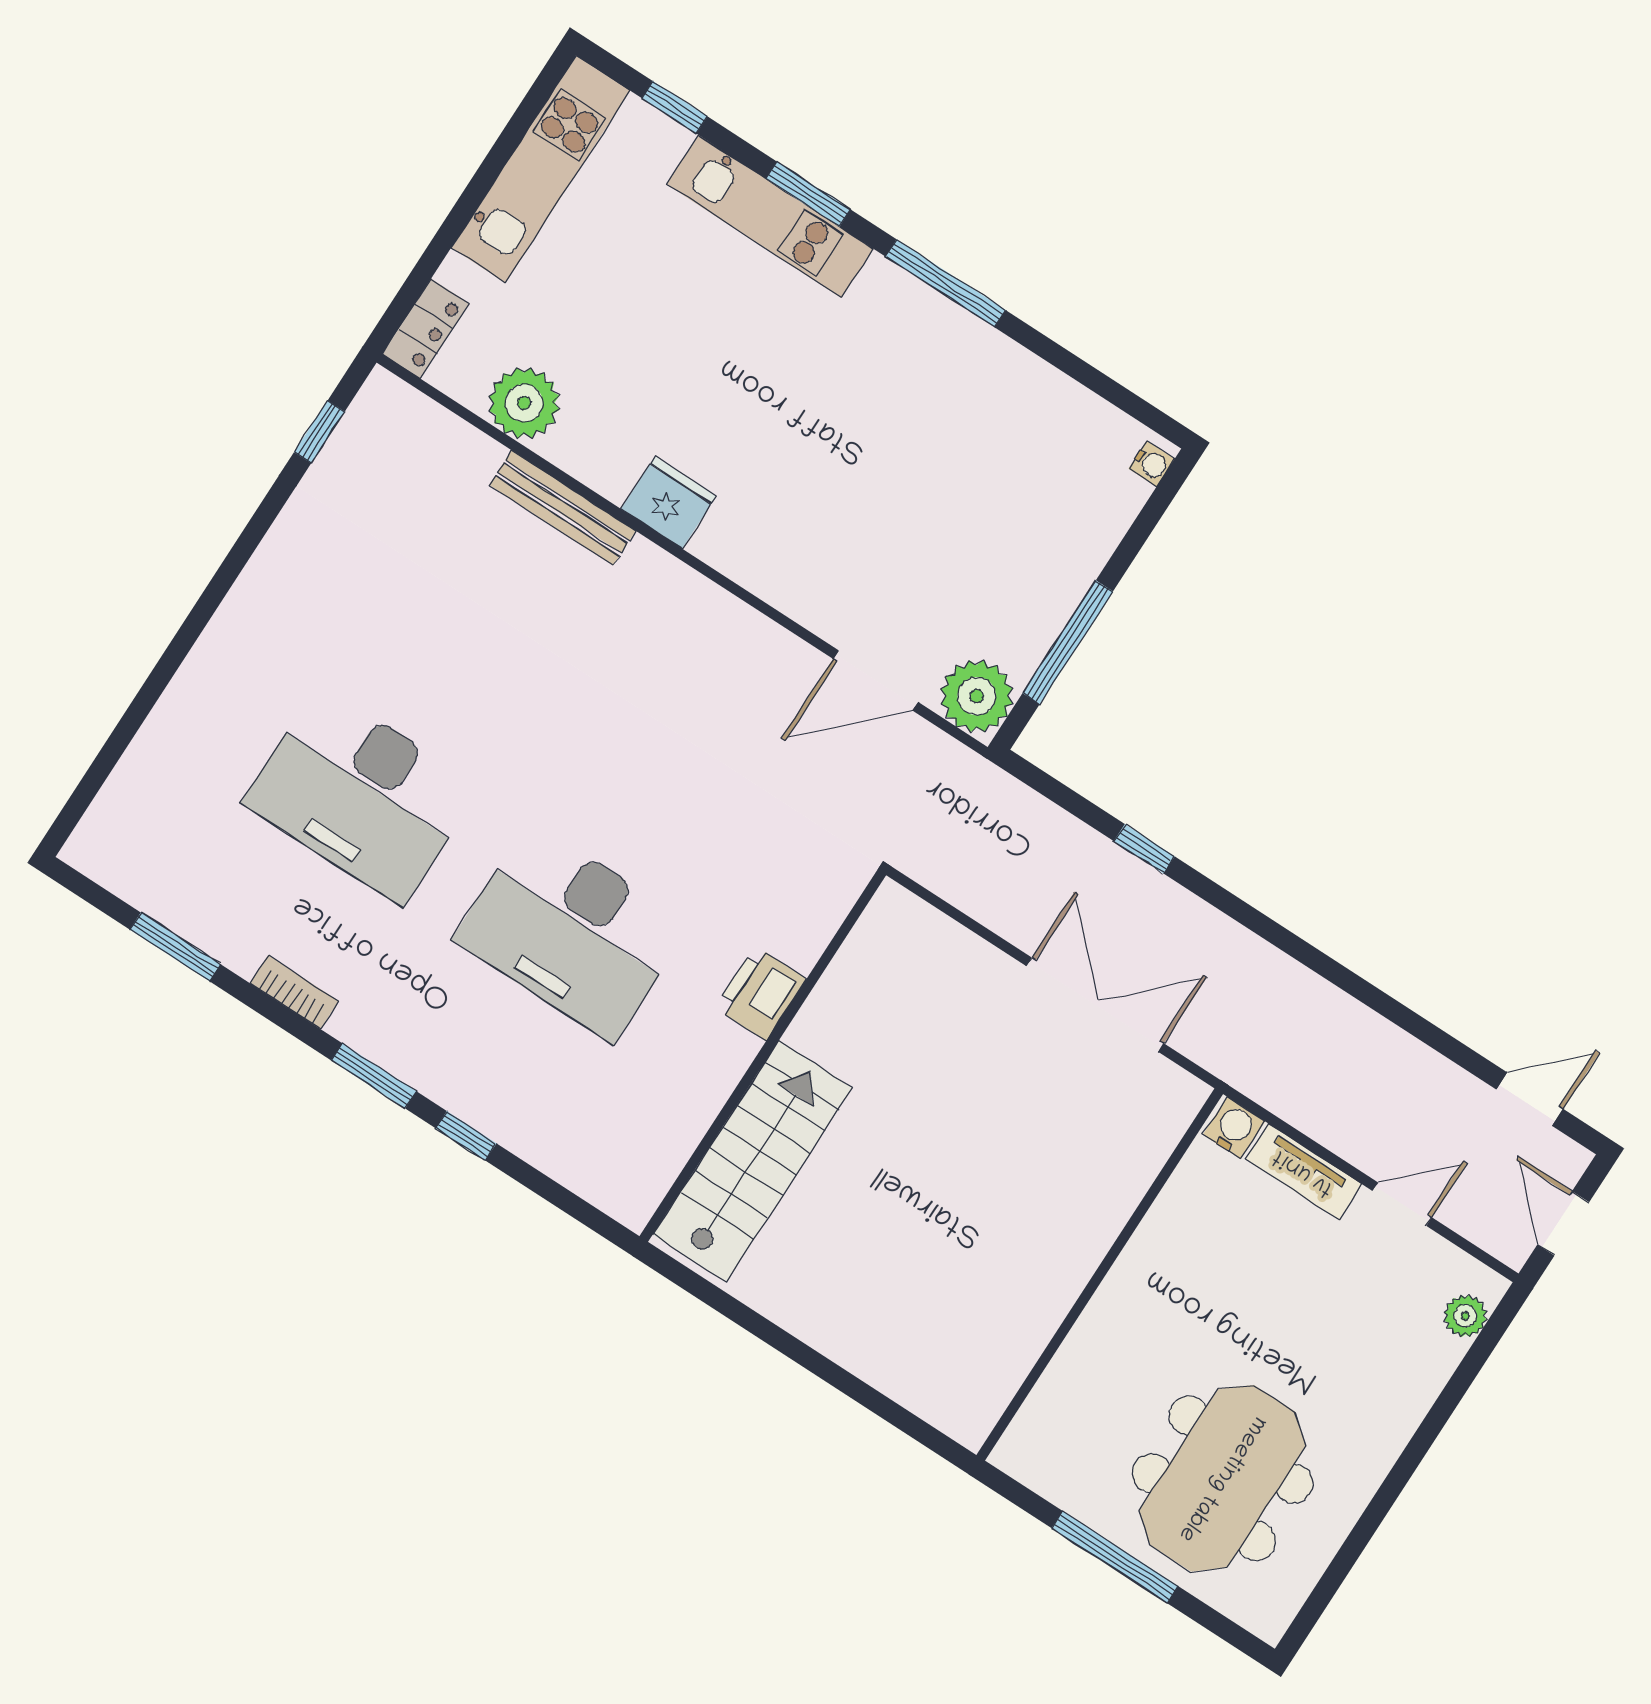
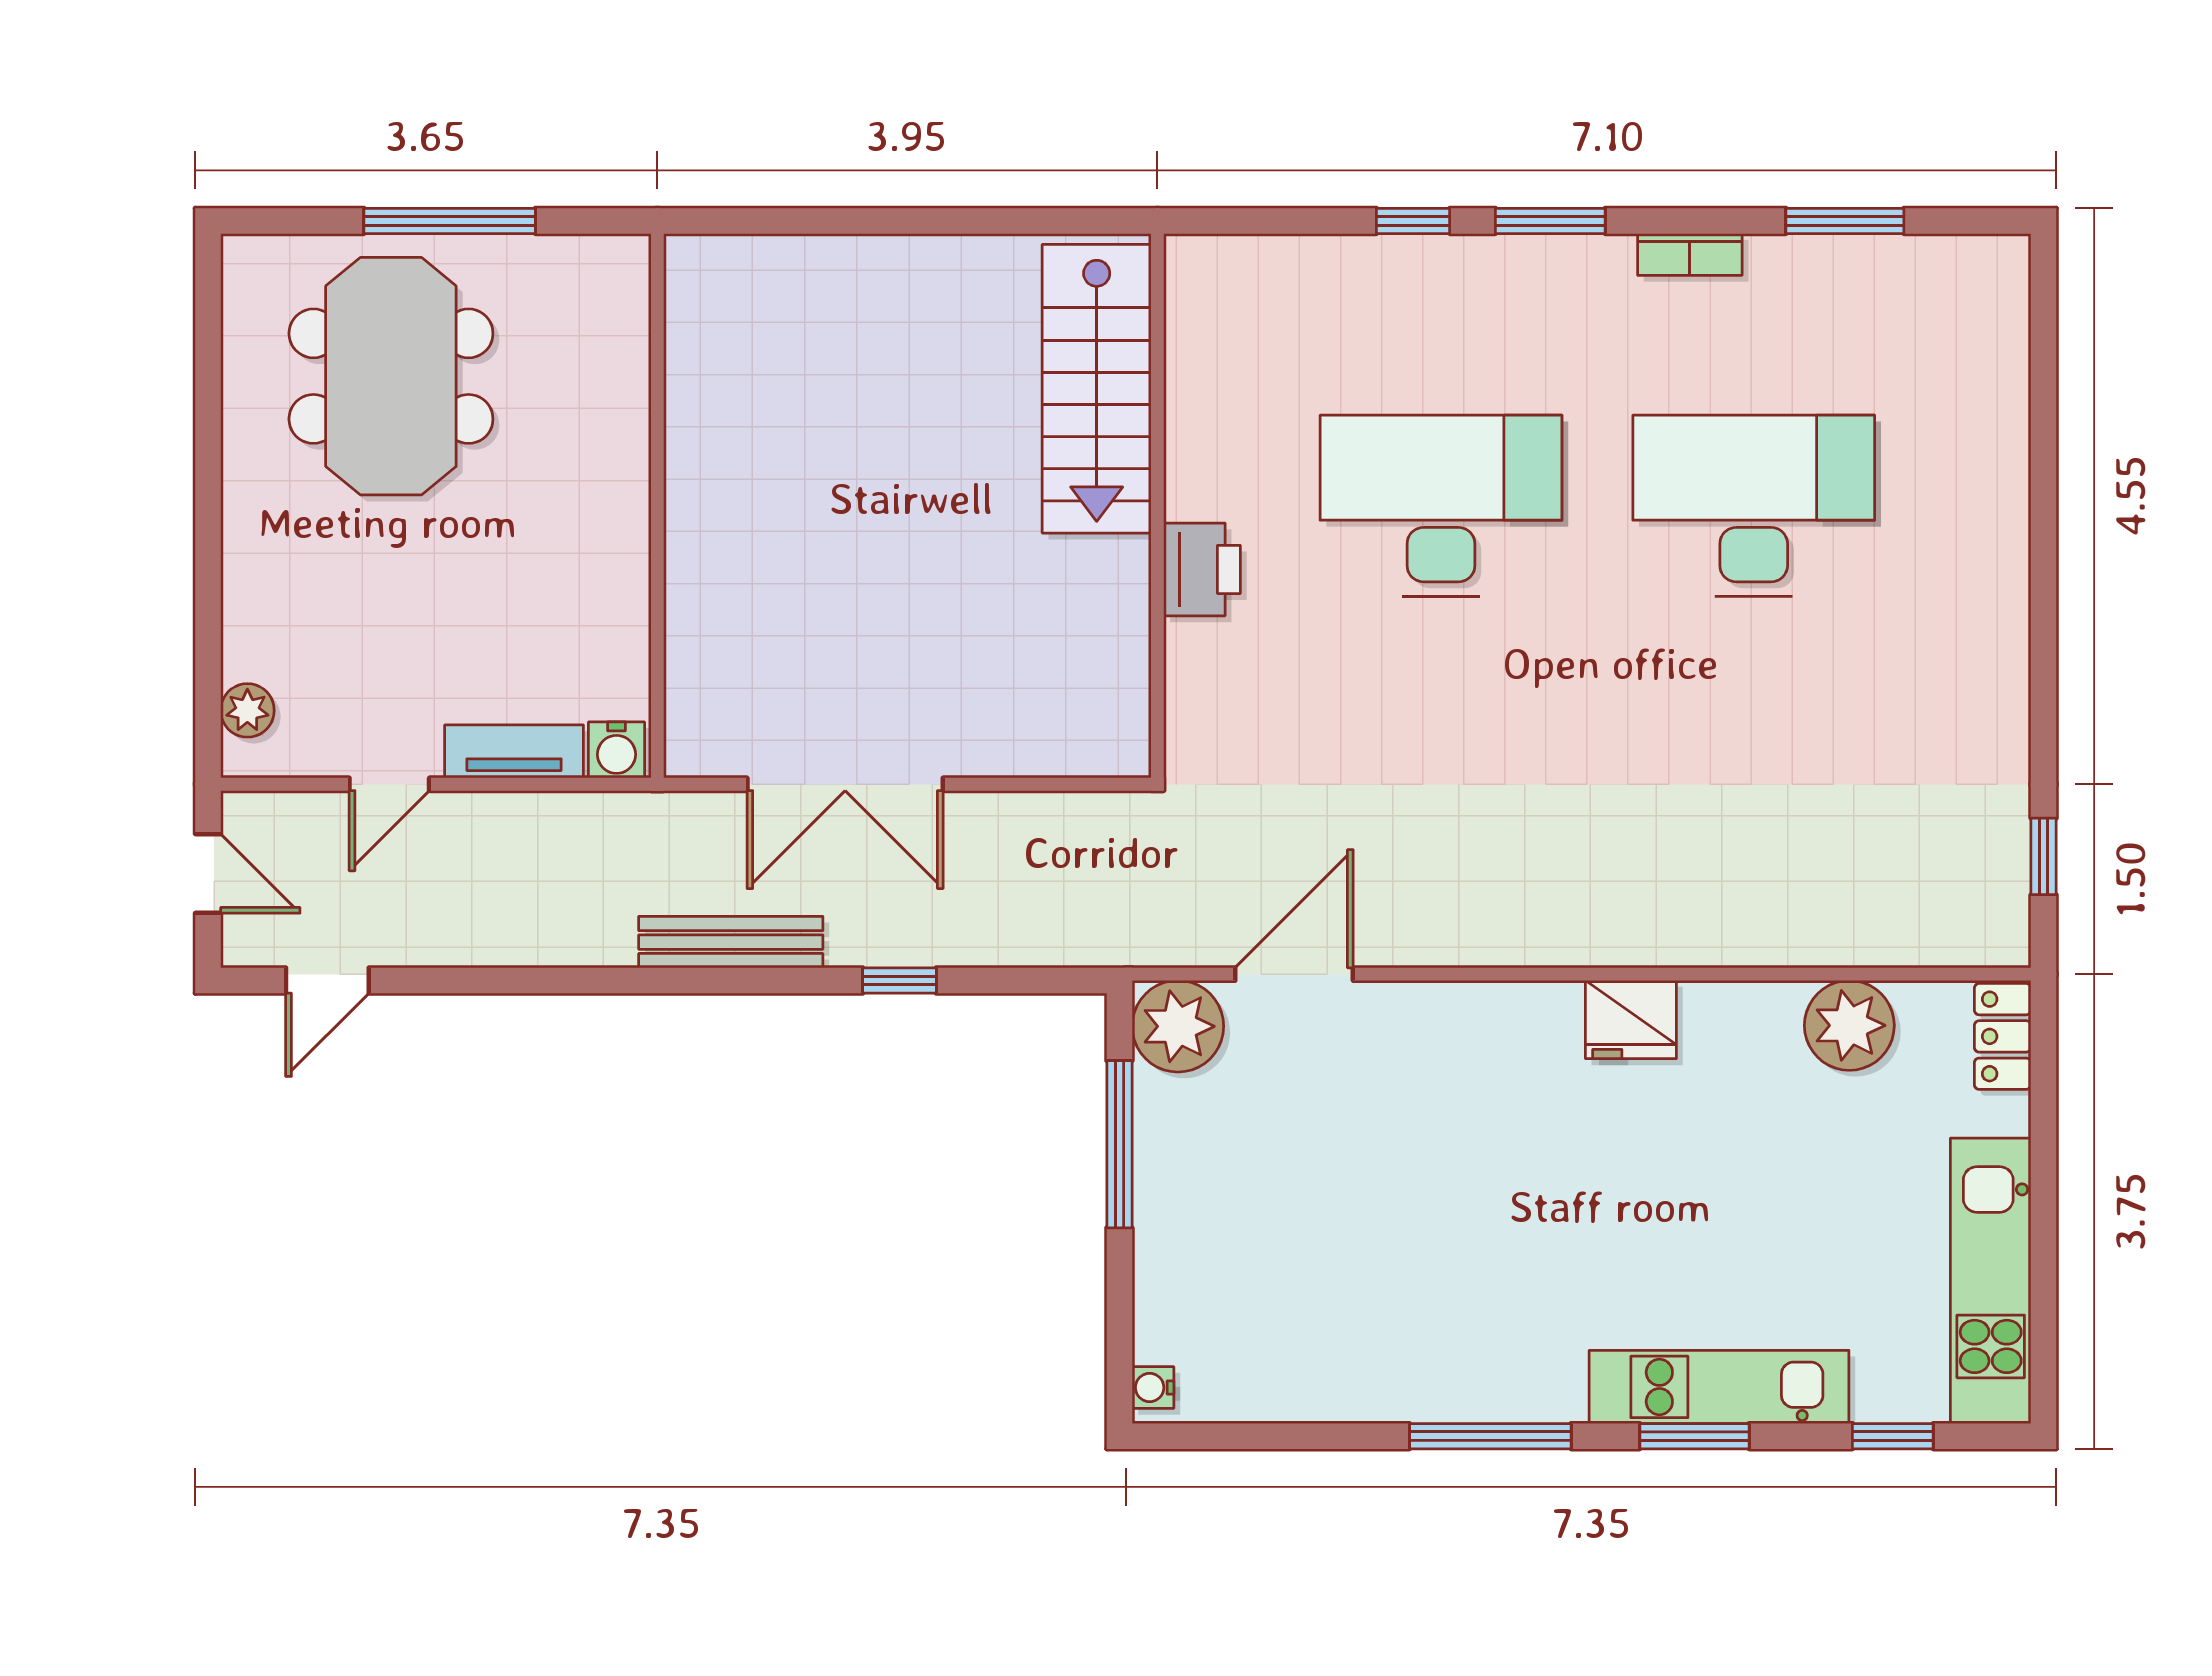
bench: (563, 508) -> (731, 942), moved

